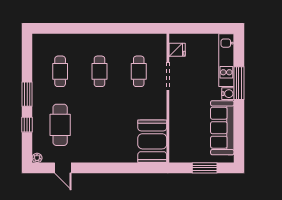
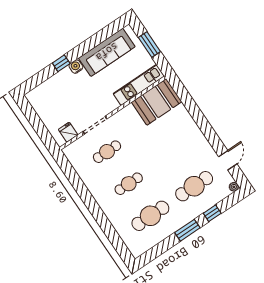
kitchen unit: (226, 60) -> (139, 85), moved, turned 180
cafe table: (60, 71) -> (150, 216), width x1.37, depth x1.35
window: (239, 83) -> (61, 63), width x0.46

